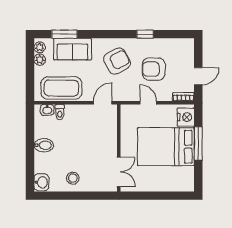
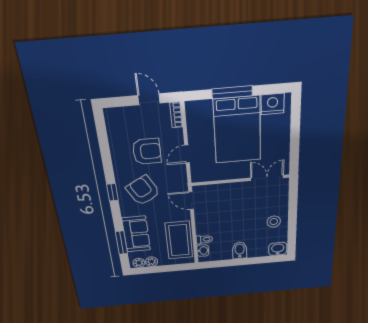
window: (145, 34) -> (113, 192), moved
armchair: (154, 69) -> (147, 151), turned -90
nightstand: (186, 117) -> (273, 104), moved

